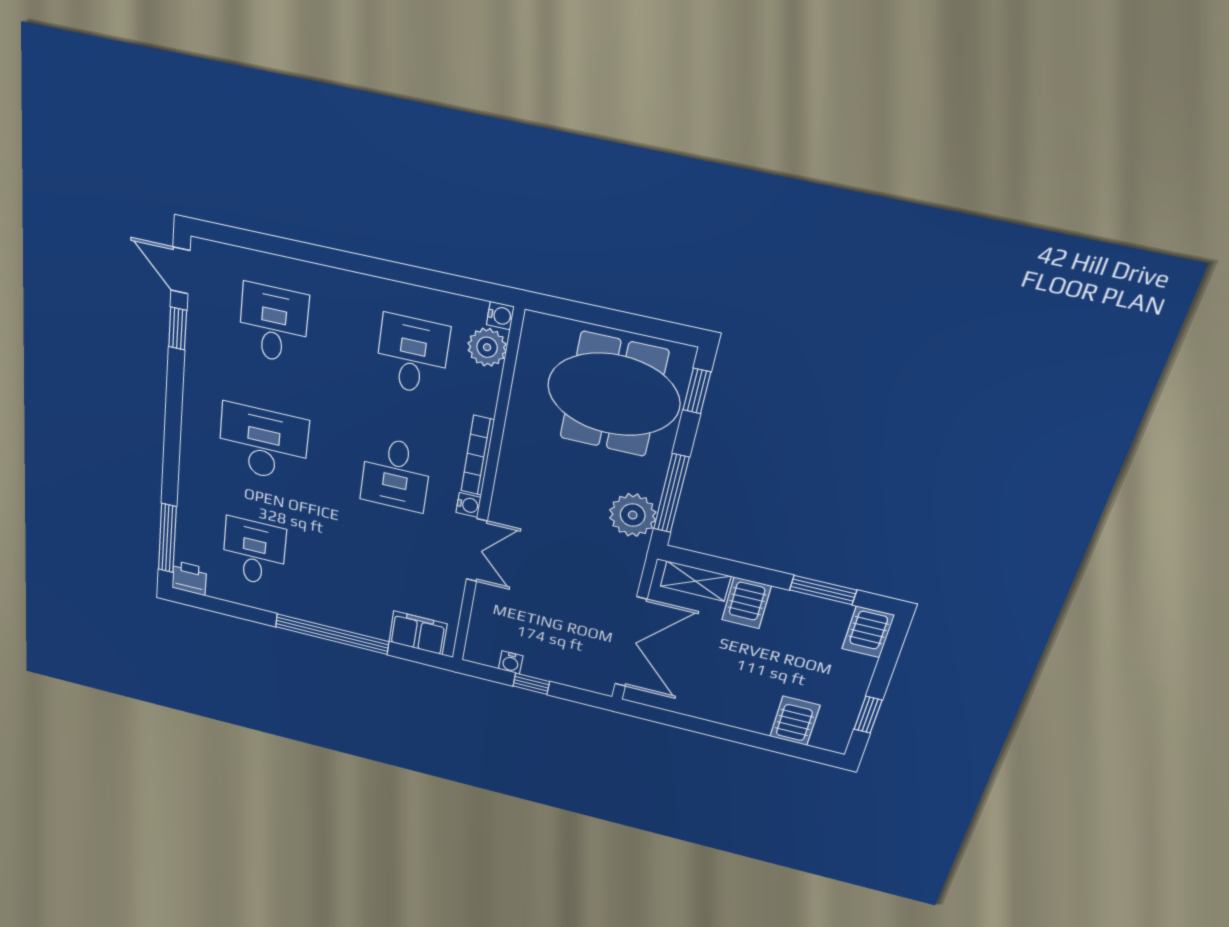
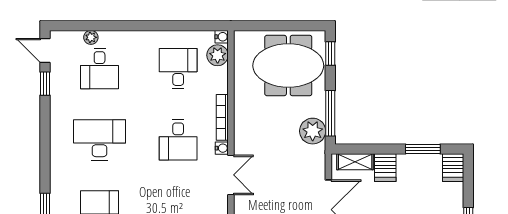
plant: (263, 265) -> (91, 37), added
desk: (273, 324) -> (100, 69), turned 180

